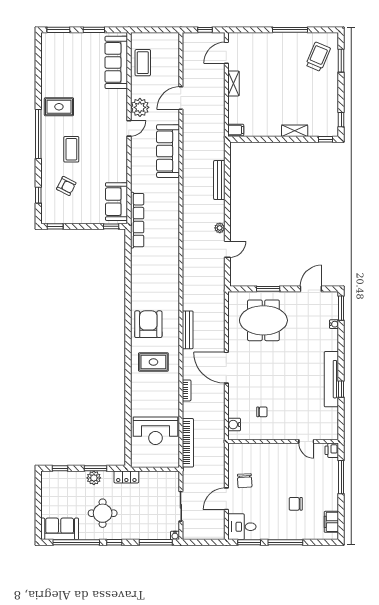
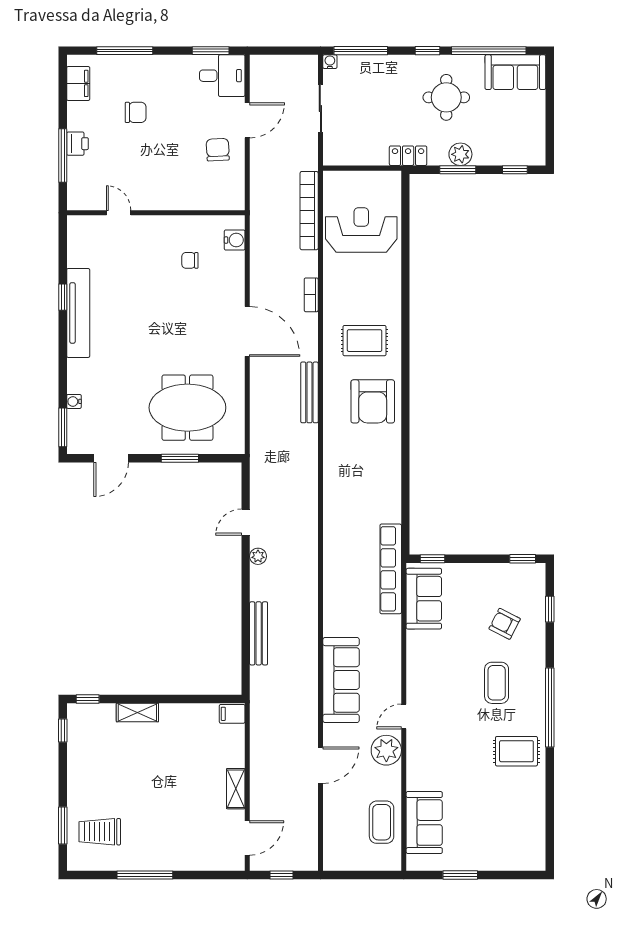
window: (58, 30) -> (517, 875), removed
trolley: (318, 57) -> (100, 832), turned 67
sofa: (116, 62) -> (424, 823), width x0.73
printer: (332, 450) -> (77, 144), moved
window: (285, 542) -> (125, 51), moved

